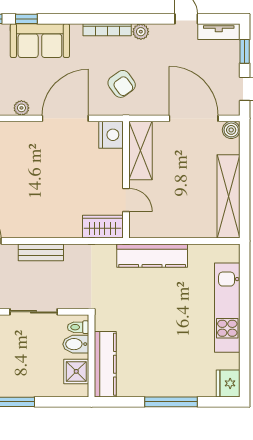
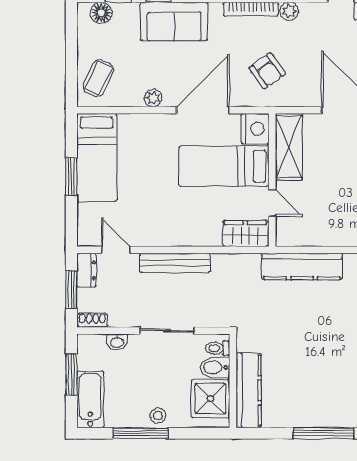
bed: (84, 168) -> (224, 166), added
bench: (41, 252) -> (175, 263), width x1.36
shower: (76, 371) -> (210, 399), width x1.36, depth x1.36
stool: (26, 386) -> (158, 415), added

